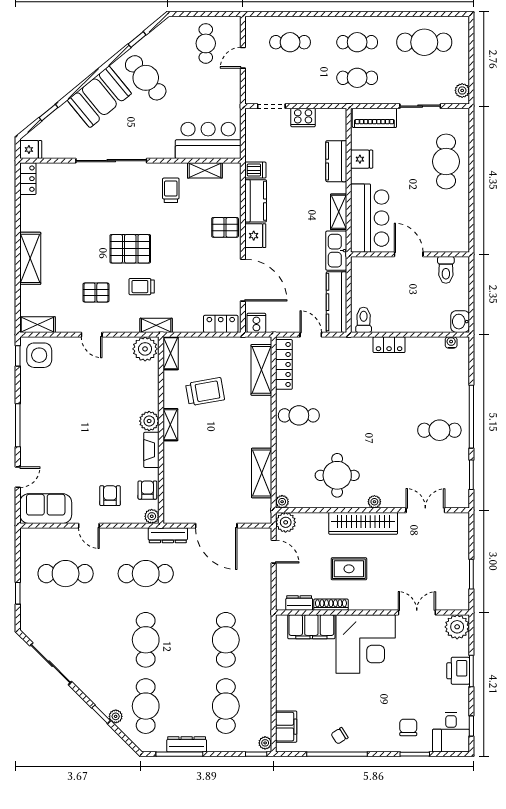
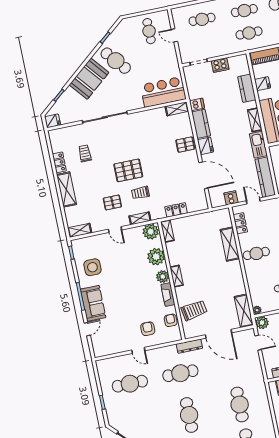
door: (243, 58) -> (174, 35), hinge flipped
shelving: (205, 170) -> (177, 109), moved
locker: (28, 179) -> (59, 162), moved
trolley: (171, 190) -> (85, 153), moved
cooker: (256, 323) -> (231, 198), moved
locker: (221, 324) -> (176, 210), moved
shelving: (156, 325) -> (140, 218), moved
side table: (39, 355) -> (92, 267), moved
locker: (284, 364) -> (240, 223), width x0.66
shelving: (261, 370) -> (230, 244), moved
trolley: (205, 392) -> (194, 310), moved
shelving: (262, 473) -> (244, 311), moved
sofa: (46, 509) -> (93, 303), moved, turned 90
plant: (152, 516) -> (156, 257), moved, width x1.88, depth x1.88

